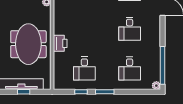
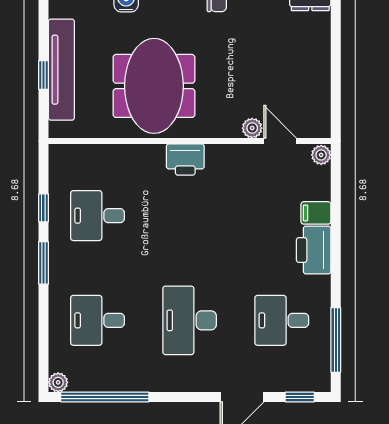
desk: (130, 29) -> (190, 320), width x1.37
printer: (60, 43) -> (185, 160), moved
meeting table: (28, 44) -> (154, 86), turned 90

